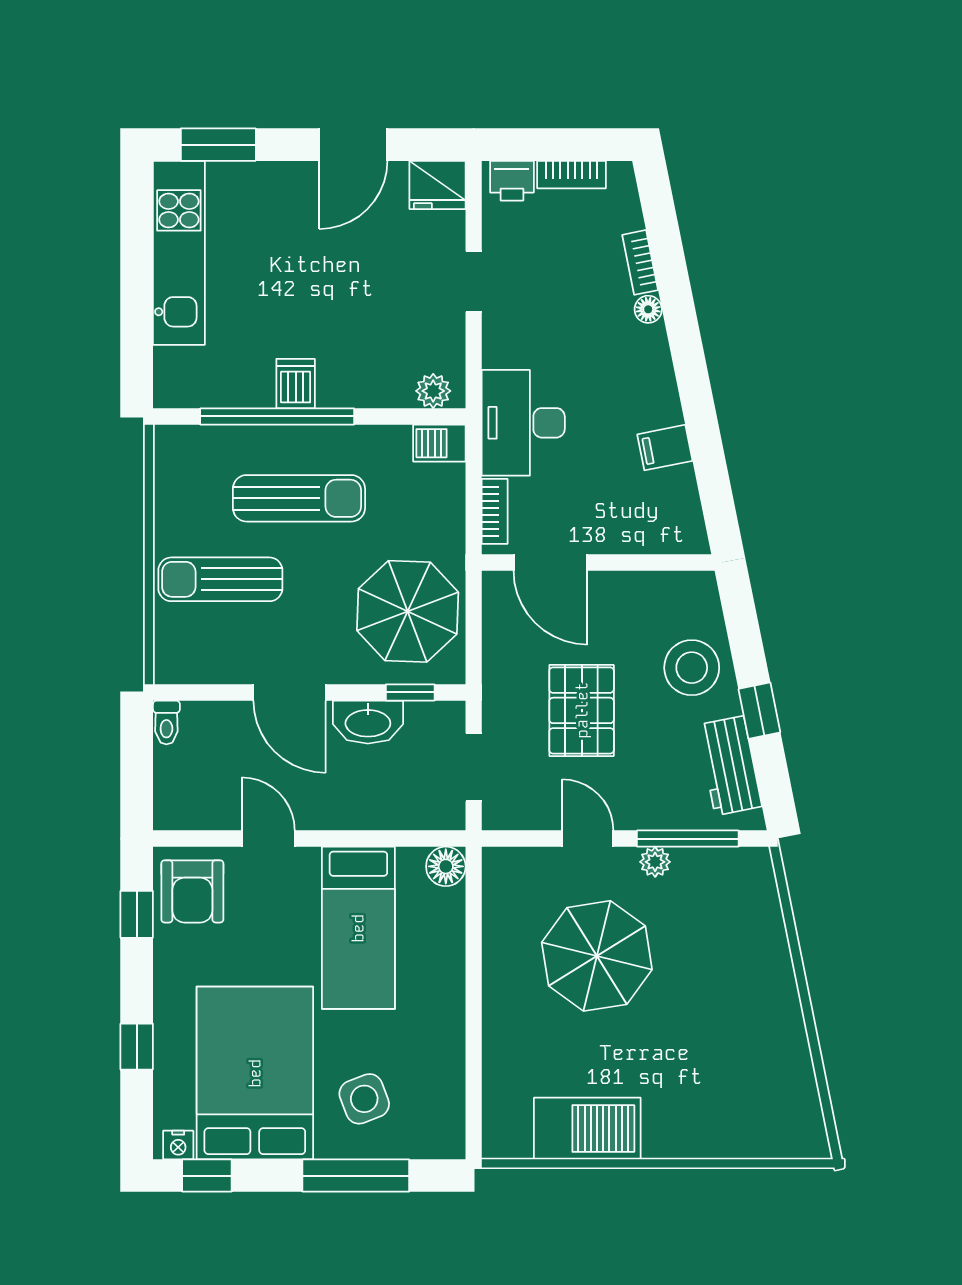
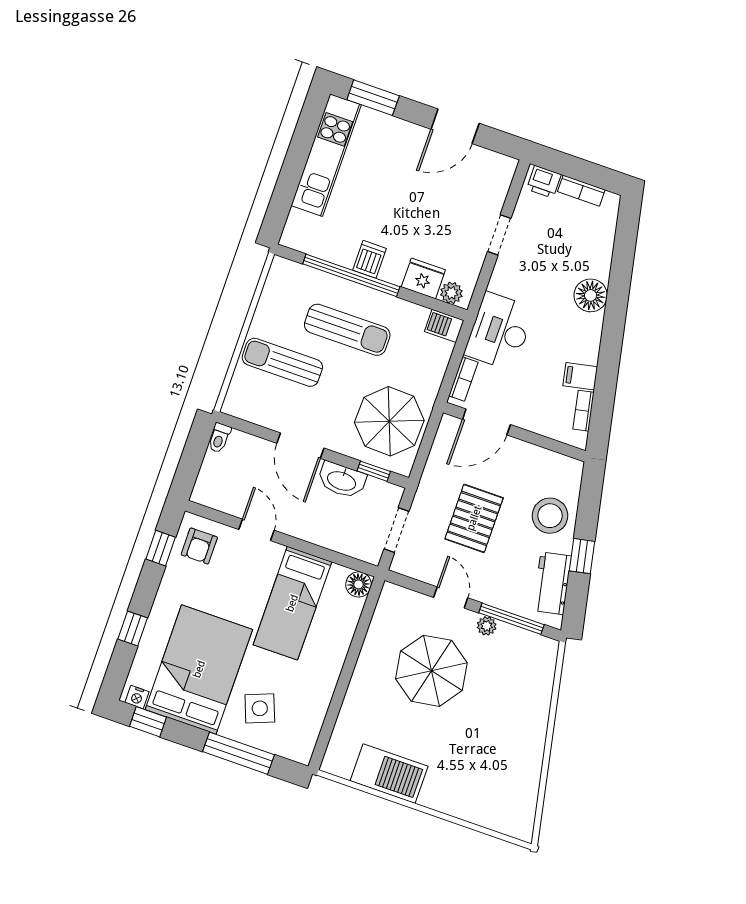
fridge: (437, 185) -> (423, 278), moved, turned 180
bookcase: (640, 262) -> (584, 411), moved
floor lamp: (648, 309) -> (591, 295), width x1.89, depth x1.89
door: (550, 563) -> (486, 422), hinge flipped
armchair: (192, 891) -> (199, 546), width x0.72, depth x0.72

